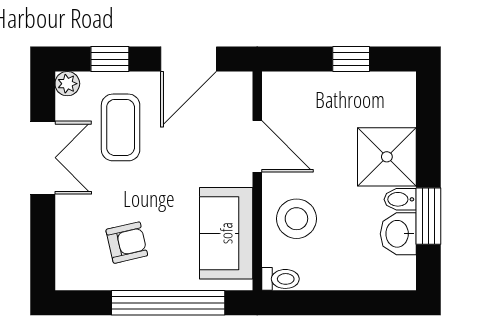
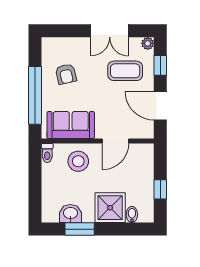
bidet: (400, 199) -> (132, 215), moved

